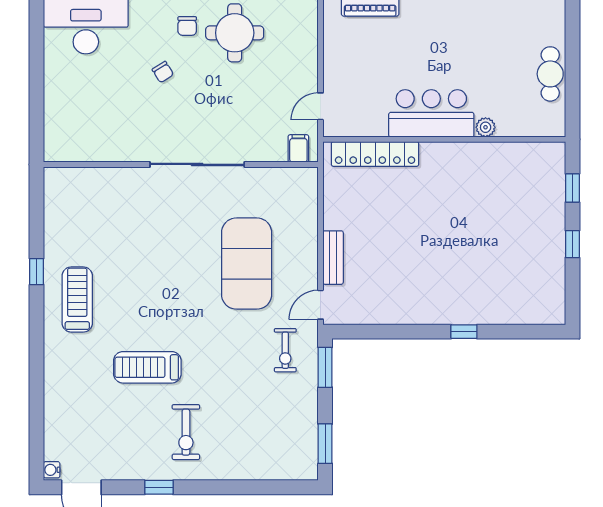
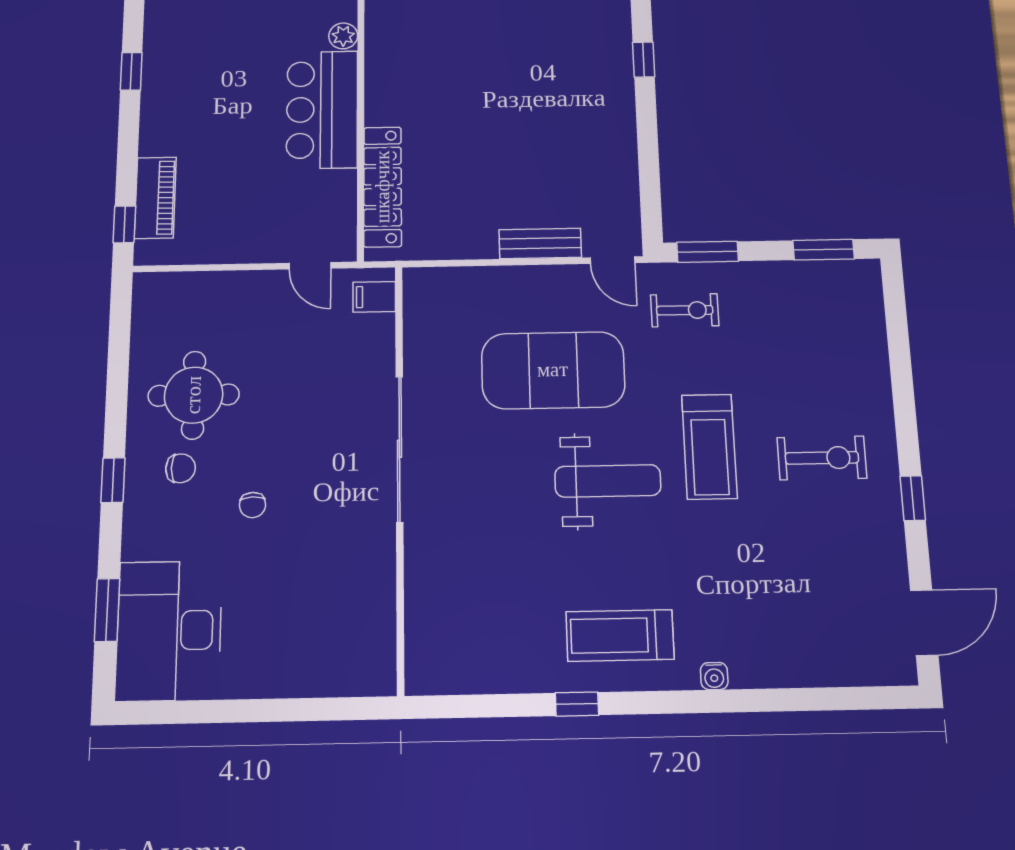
chair: (163, 72) -> (252, 505), turned 120
weight bench: (174, 296) -> (608, 481), added
treadmill: (147, 367) -> (709, 447), moved
water cooler: (52, 470) -> (714, 676), moved

